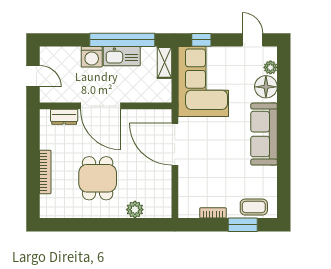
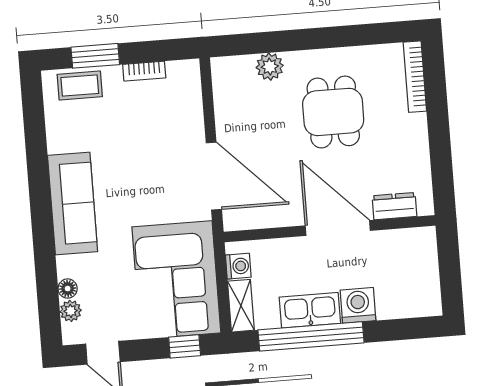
door: (33, 76) -> (449, 267), removed
washing machine: (164, 87) -> (238, 266), added
floor lamp: (266, 87) -> (68, 289), width x0.53, depth x0.53
bookcase: (45, 172) -> (415, 77), moved

